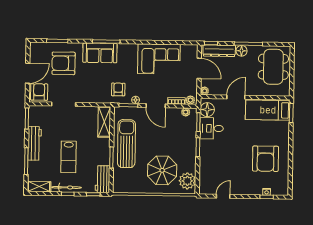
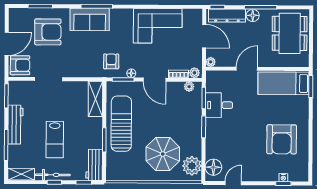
armchair: (64, 63) -> (48, 32), turned 180
armchair: (39, 92) -> (20, 65), turned 90
floor lamp: (207, 110) -> (213, 167), moved

